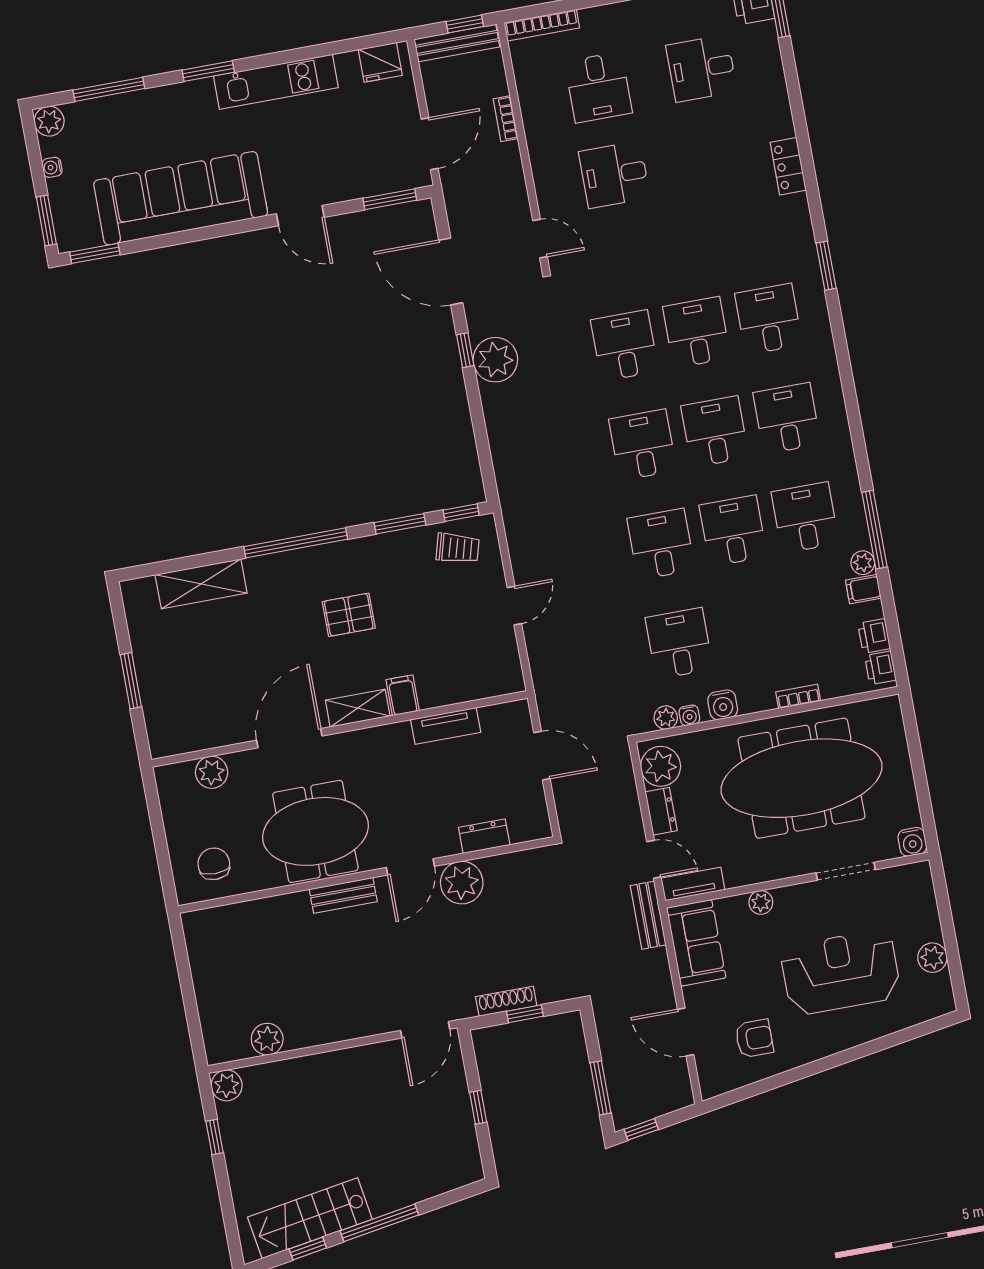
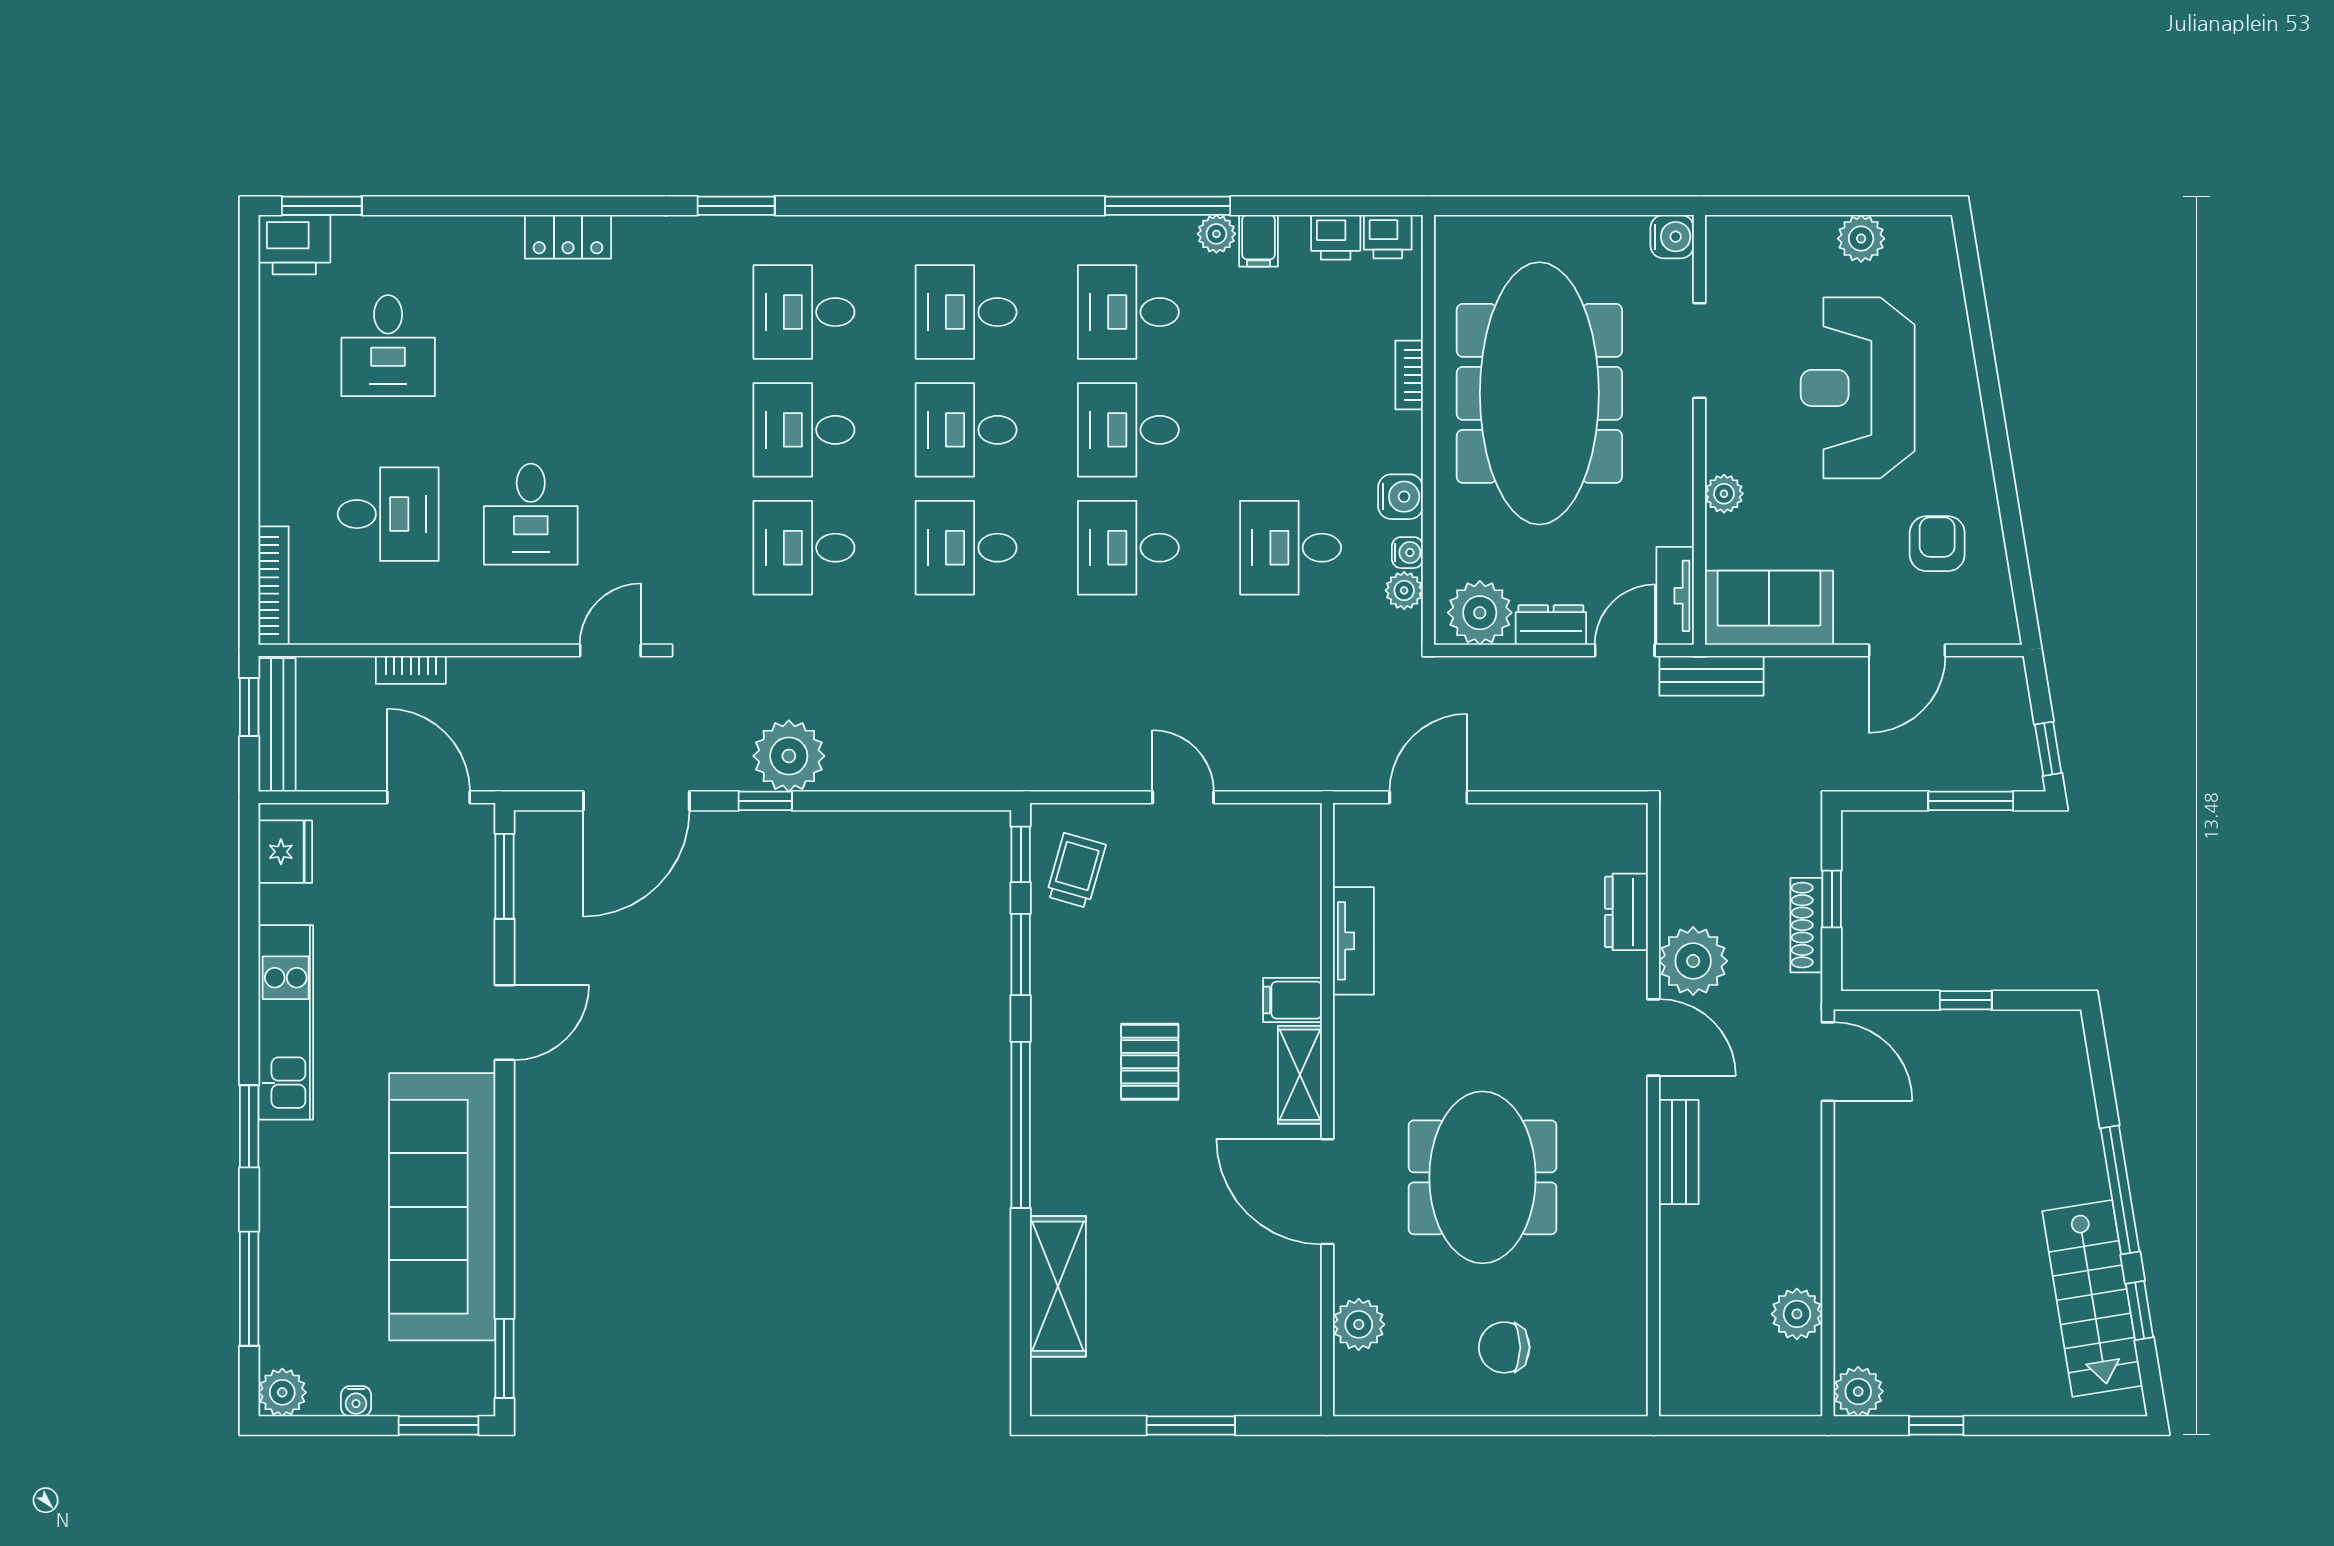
dresser: (484, 836) -> (1626, 912), moved
door: (410, 867) -> (1653, 1038), moved
wall: (366, 875) -> (1653, 1110), moved
plant: (462, 883) -> (1693, 961), moved
bench: (343, 895) -> (1679, 1152), moved

